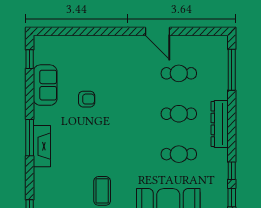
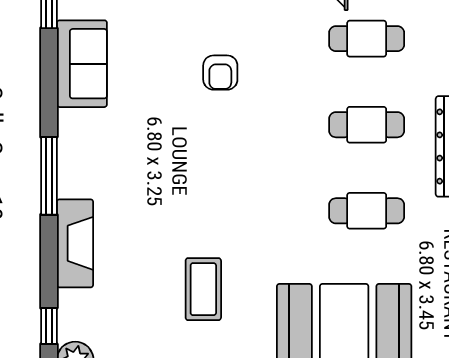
armchair: (87, 99) -> (220, 73), moved, turned 90
fireplace: (42, 146) -> (75, 243), moved

